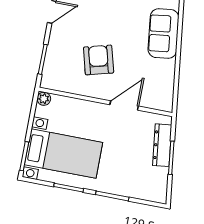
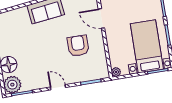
armchair: (99, 60) -> (78, 46), turned 105

